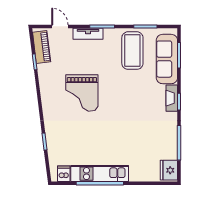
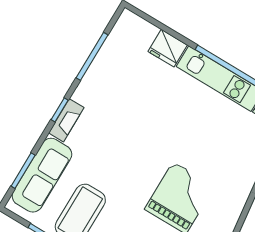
fridge: (169, 170) -> (168, 48), moved, turned 90

